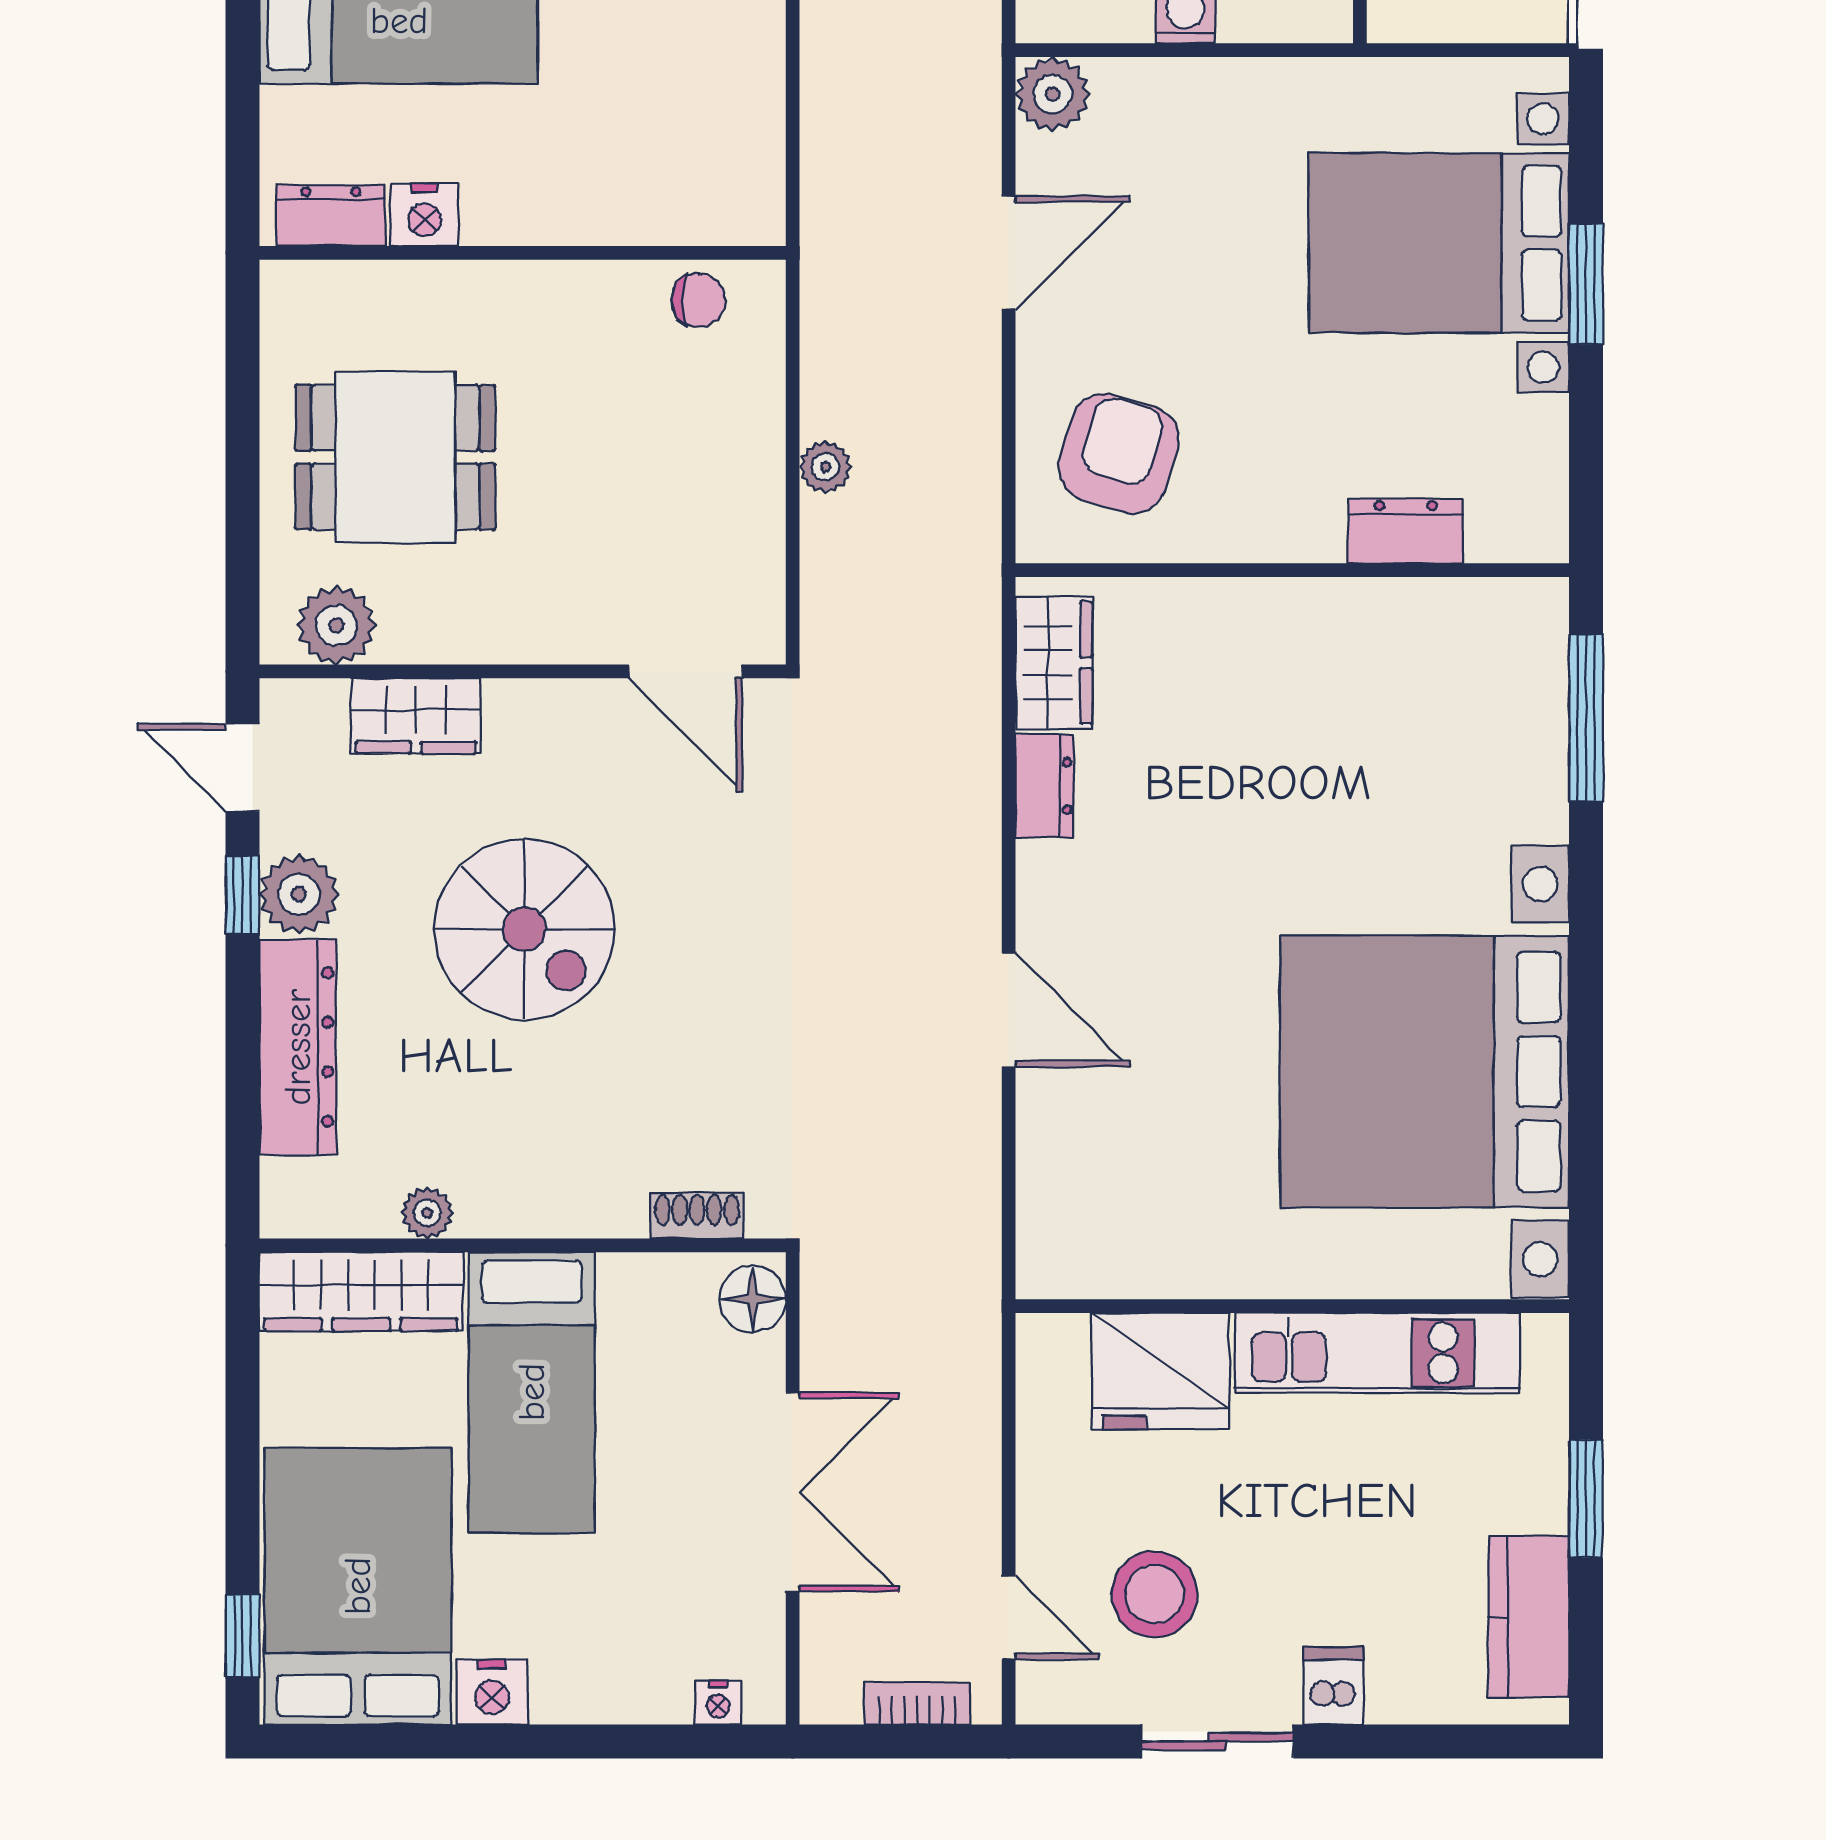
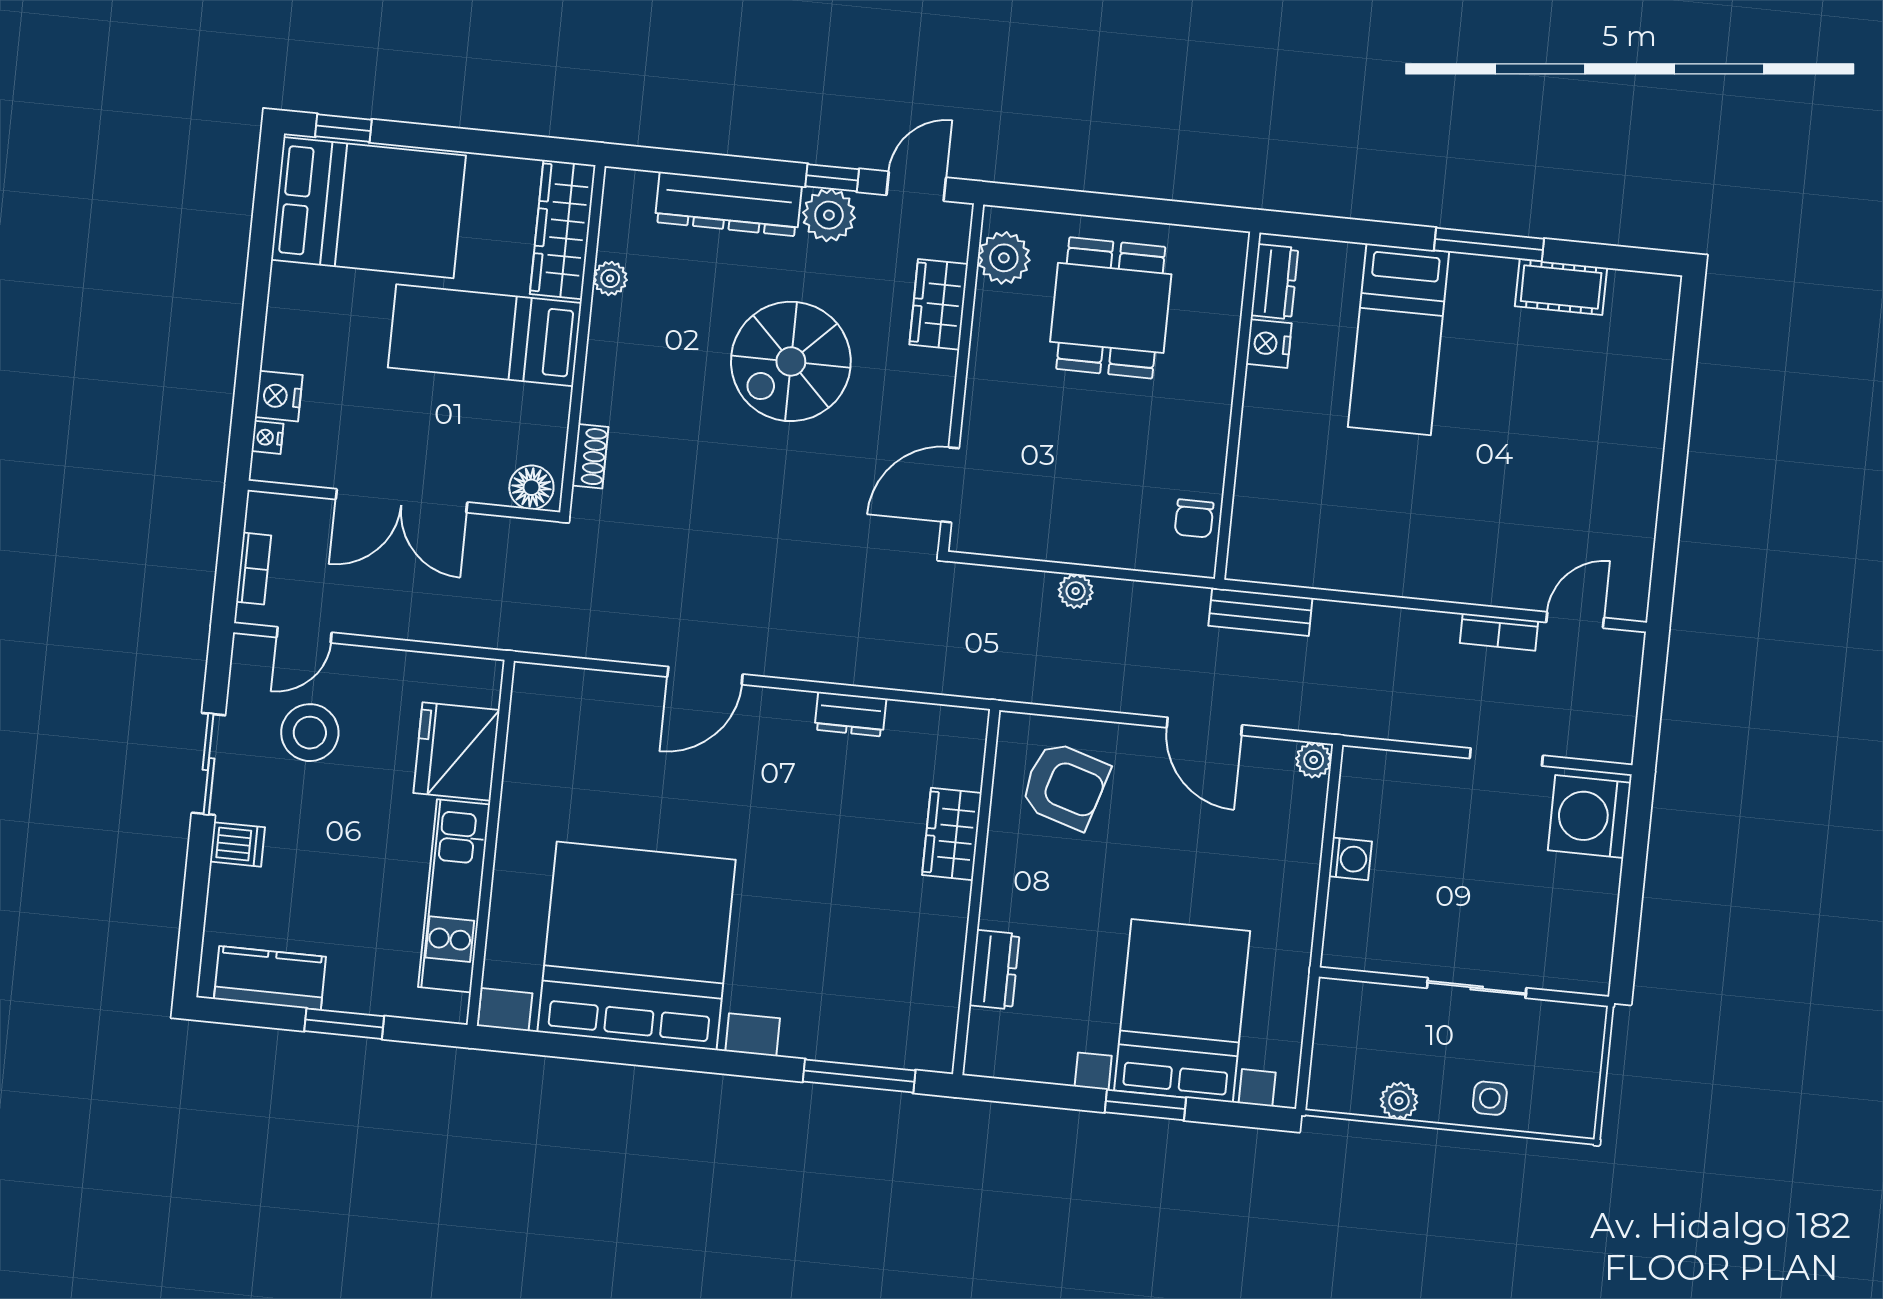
plant: (1053, 94) -> (1314, 760), width x0.73, depth x0.73
bench: (828, 186) -> (1260, 612), added
wardrobe: (1054, 663) -> (952, 834), moved, turned 90
nightstand: (492, 1692) -> (279, 396), moved

